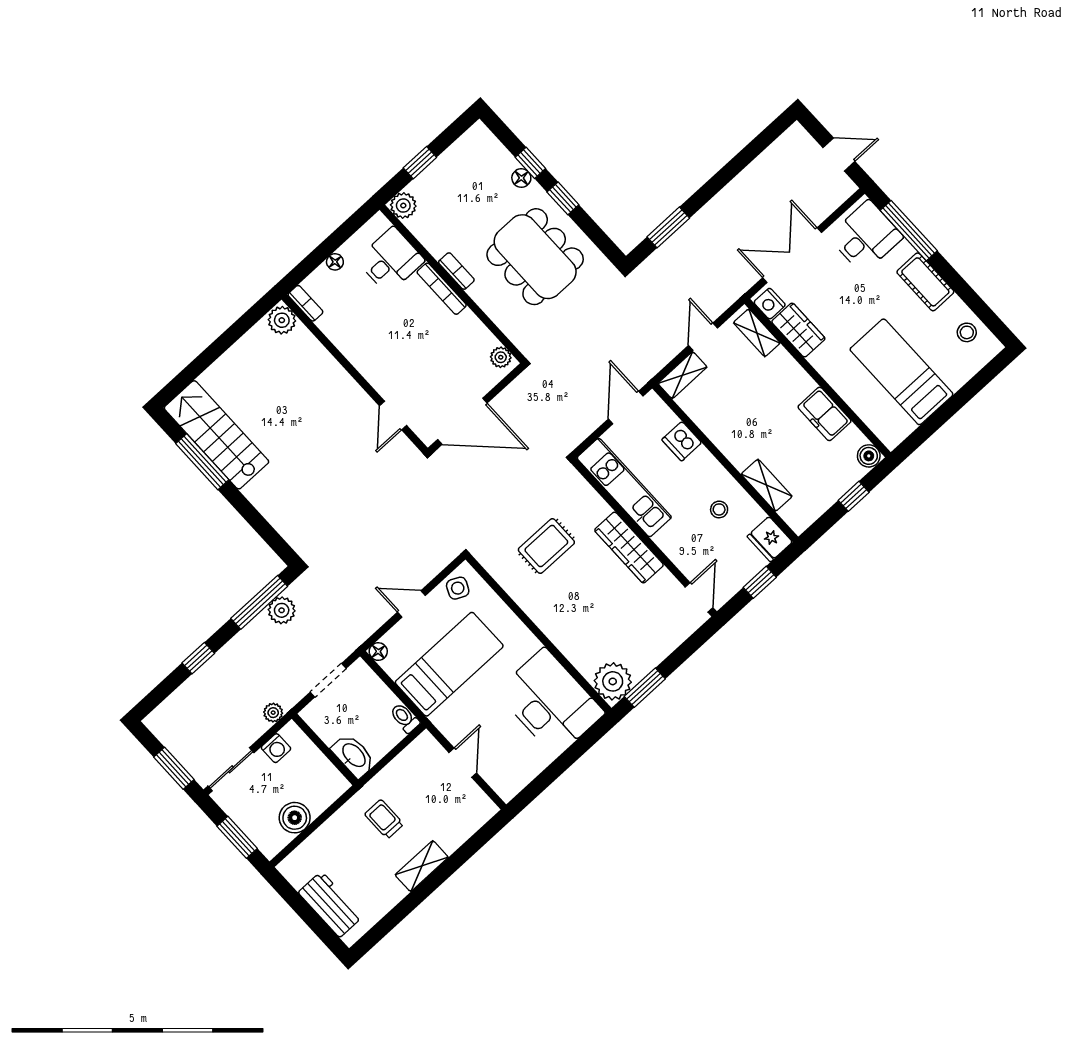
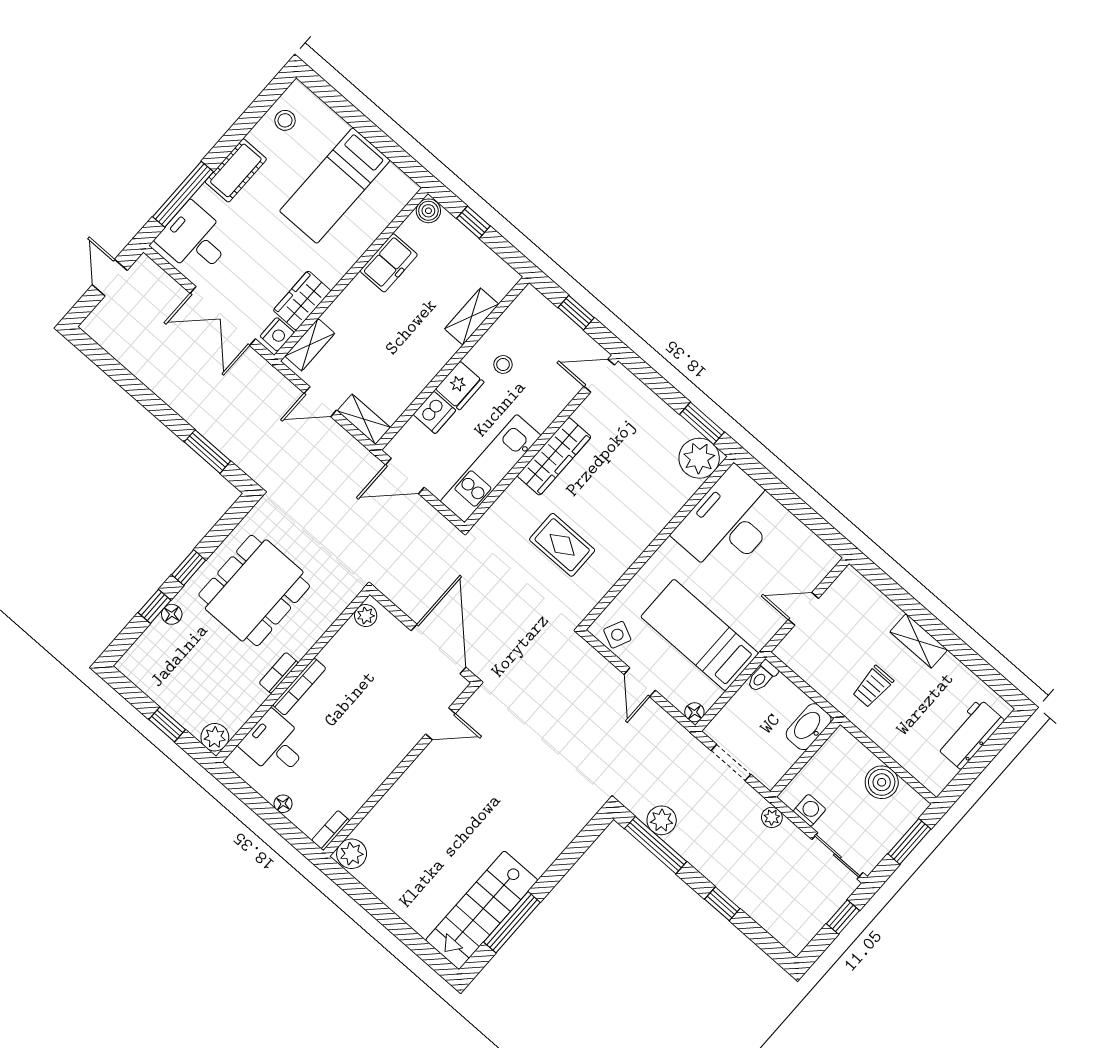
fridge: (770, 539) -> (460, 386), moved
window: (174, 768) -> (843, 917), width x0.67

